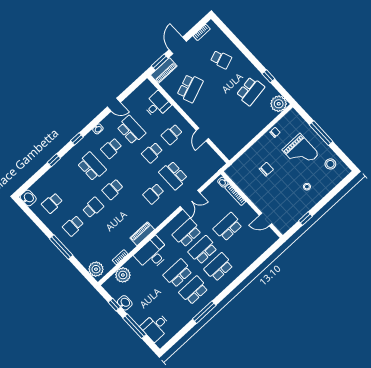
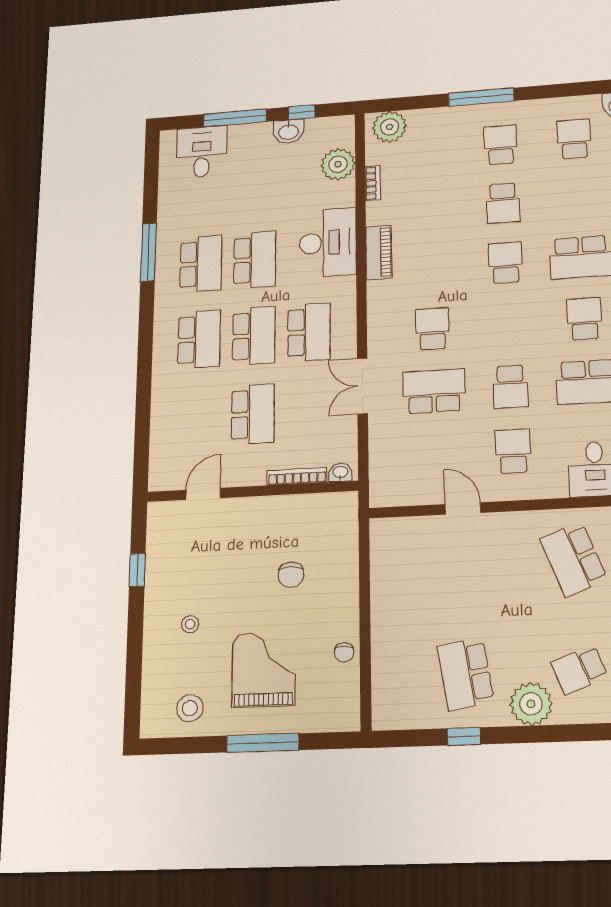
plant: (279, 104) -> (531, 704), moved
grand piano: (300, 152) -> (264, 669), turned 90
school desk: (152, 153) -> (510, 387), turned 180

